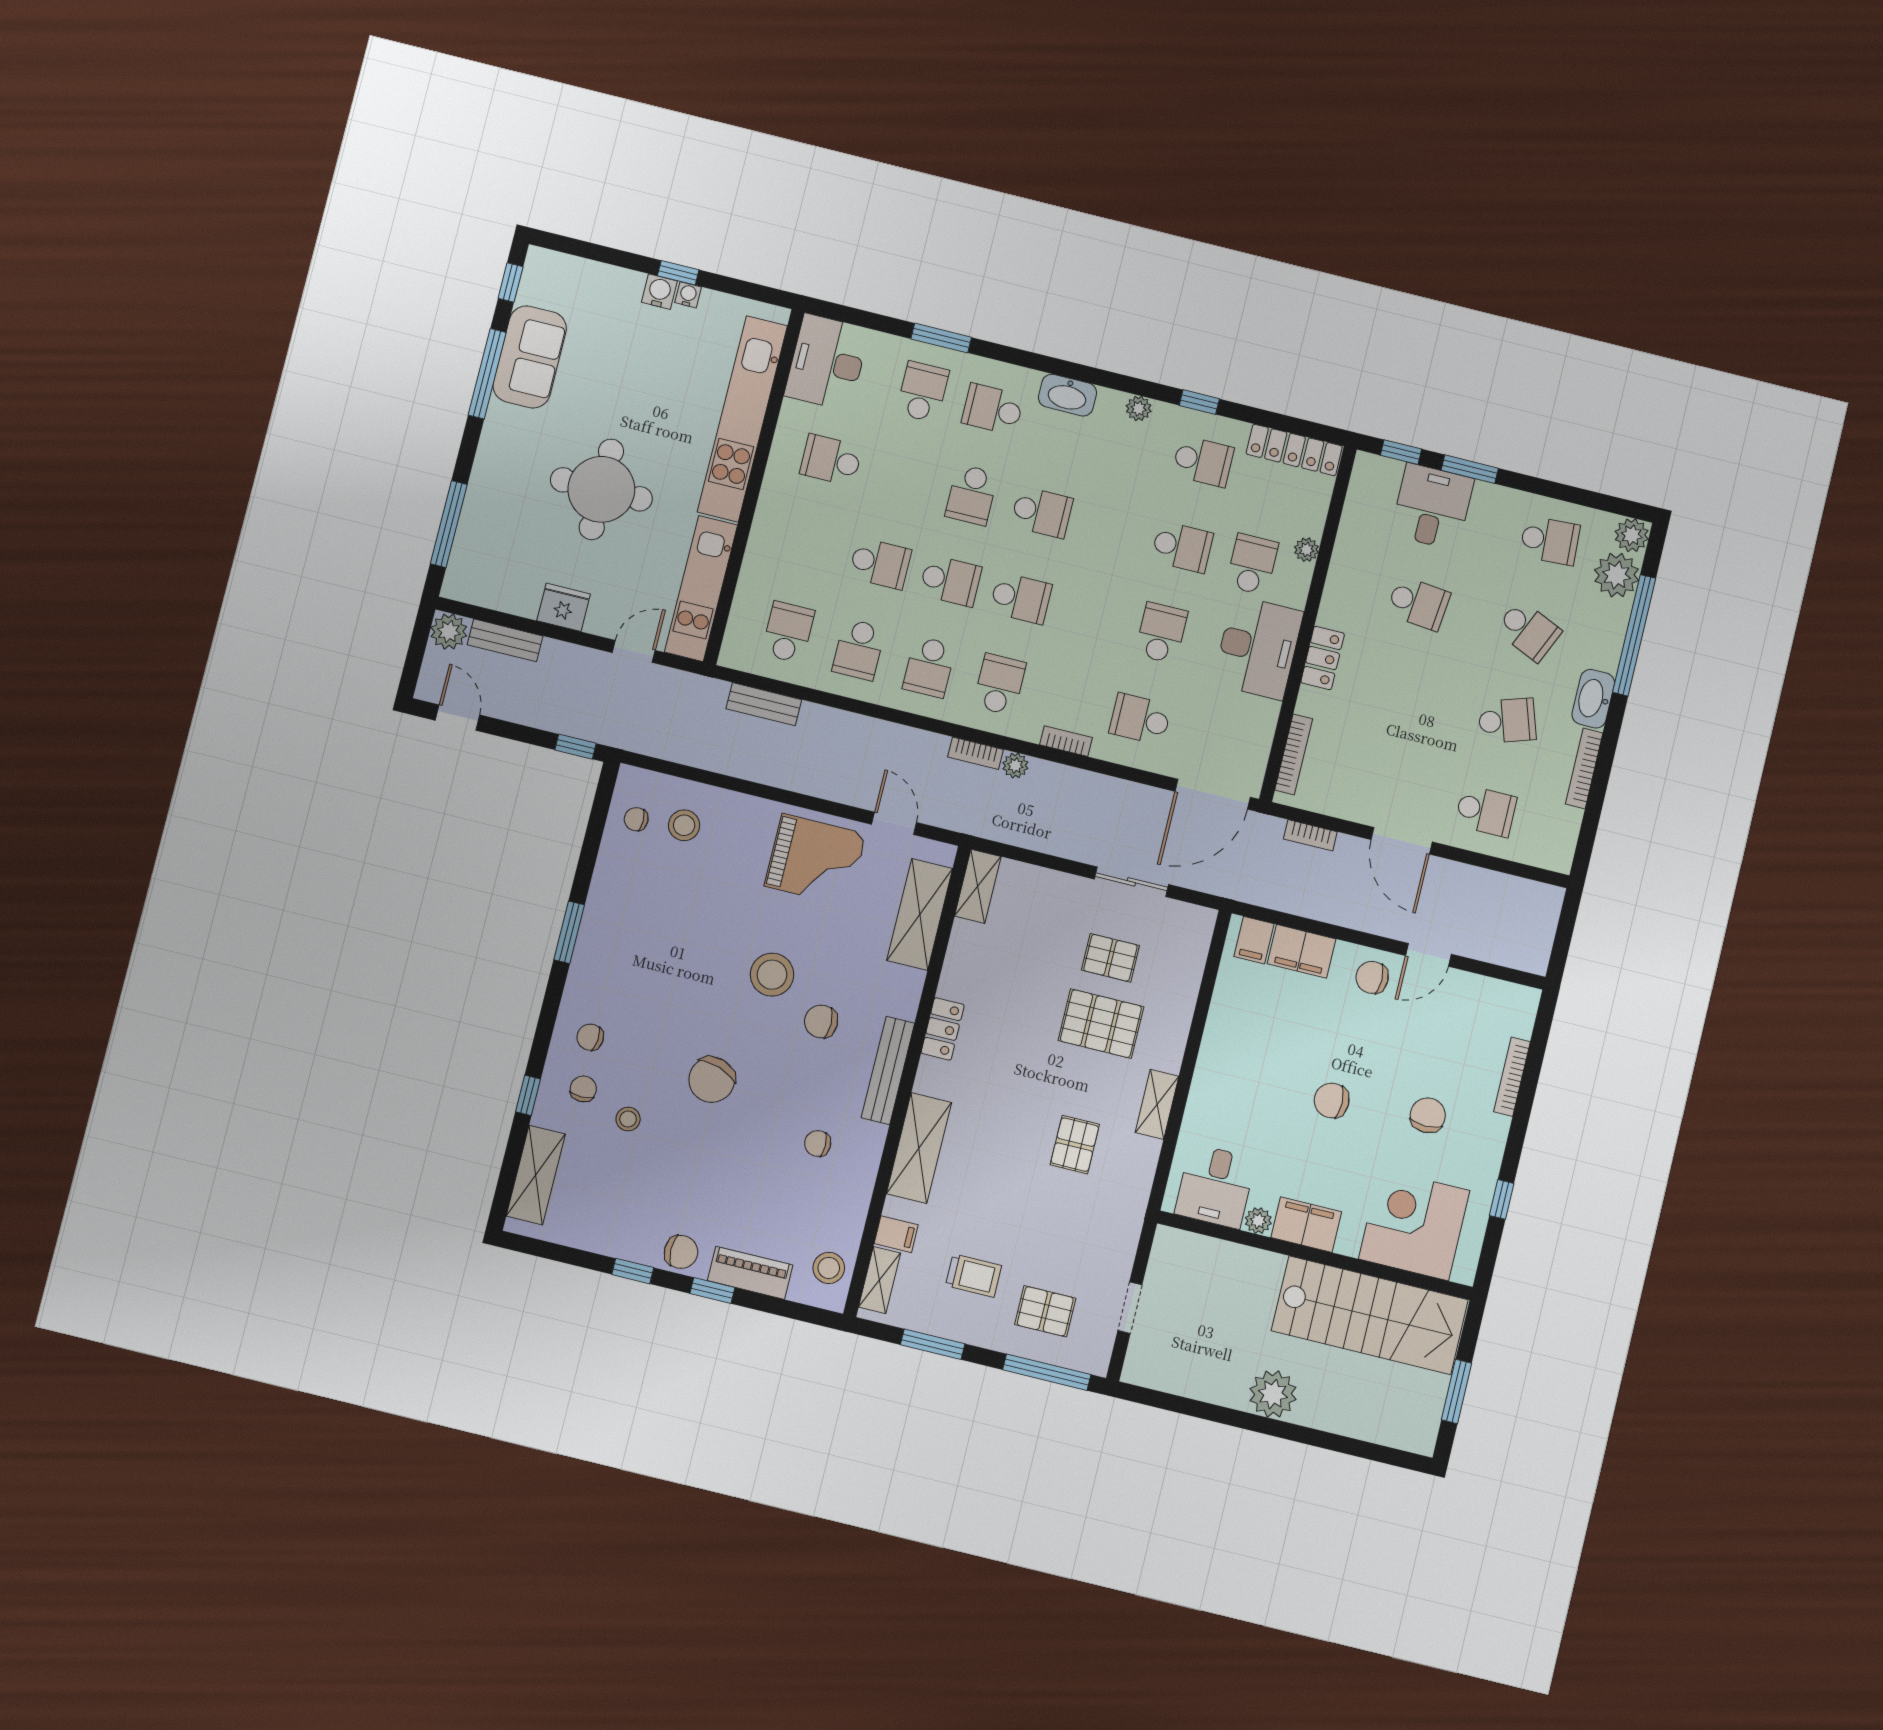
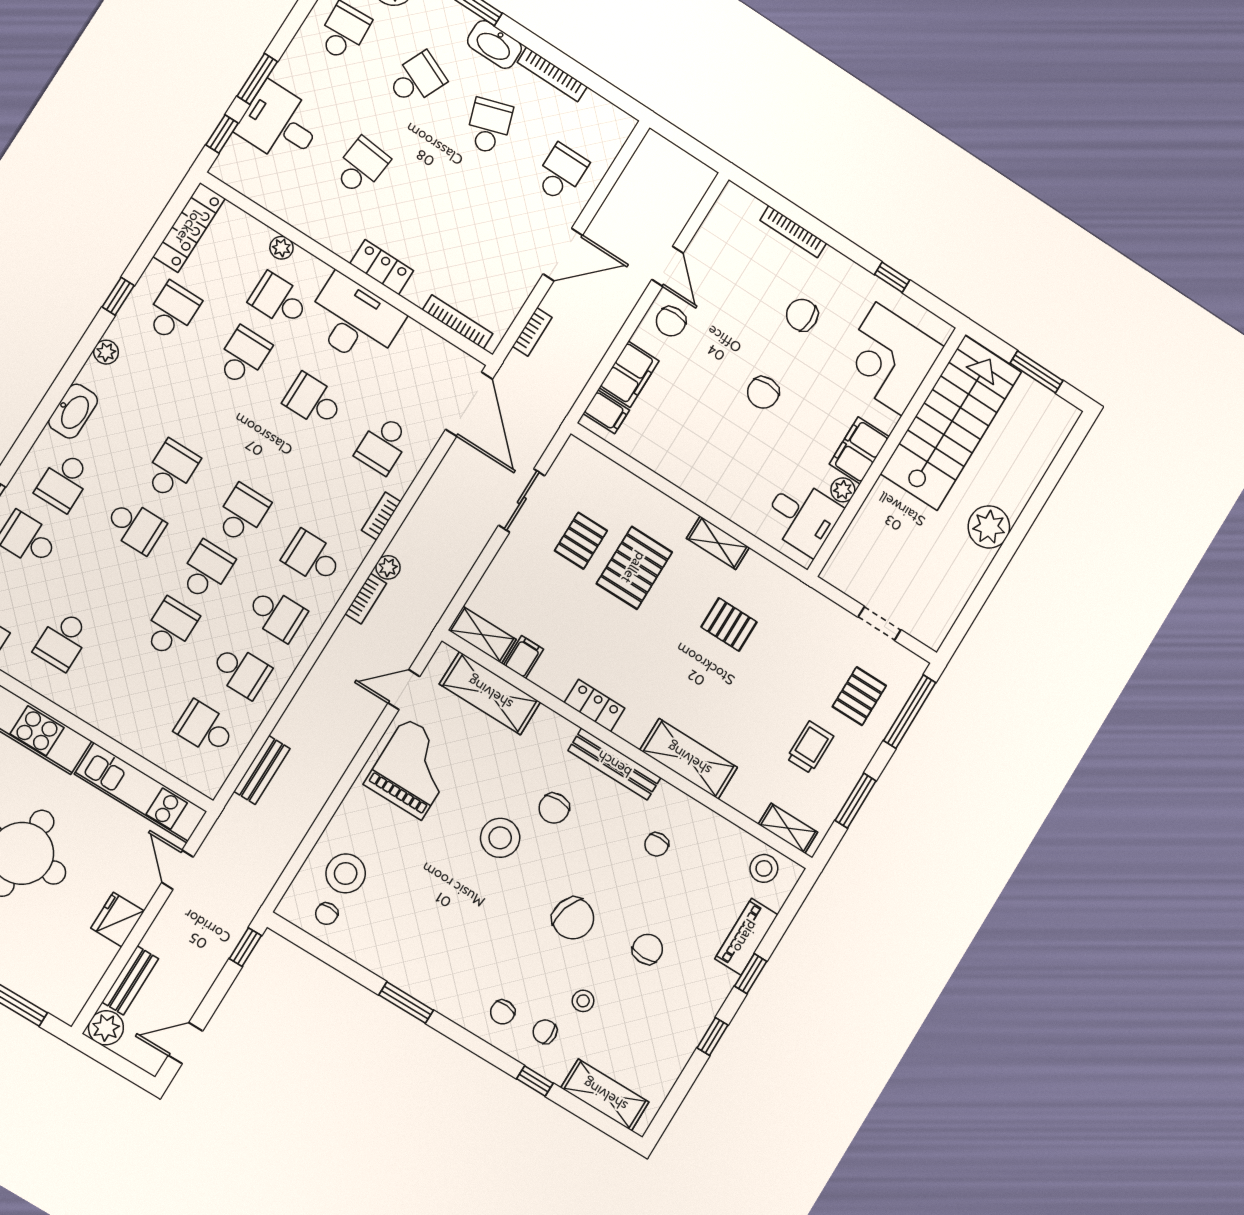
stool: (684, 825) -> (346, 873), width x1.38, depth x1.38
filing cabinet: (896, 1234) -> (523, 657), moved
chair: (681, 1252) -> (648, 949), moved

